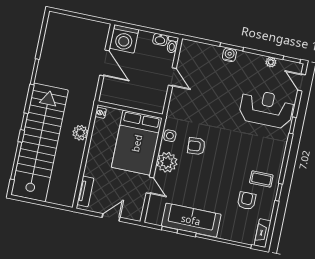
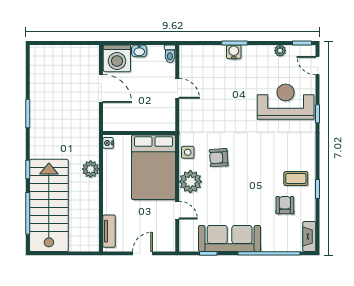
washbasin: (160, 39) -> (139, 51), moved
stairs: (40, 142) -> (49, 205), width x0.73

